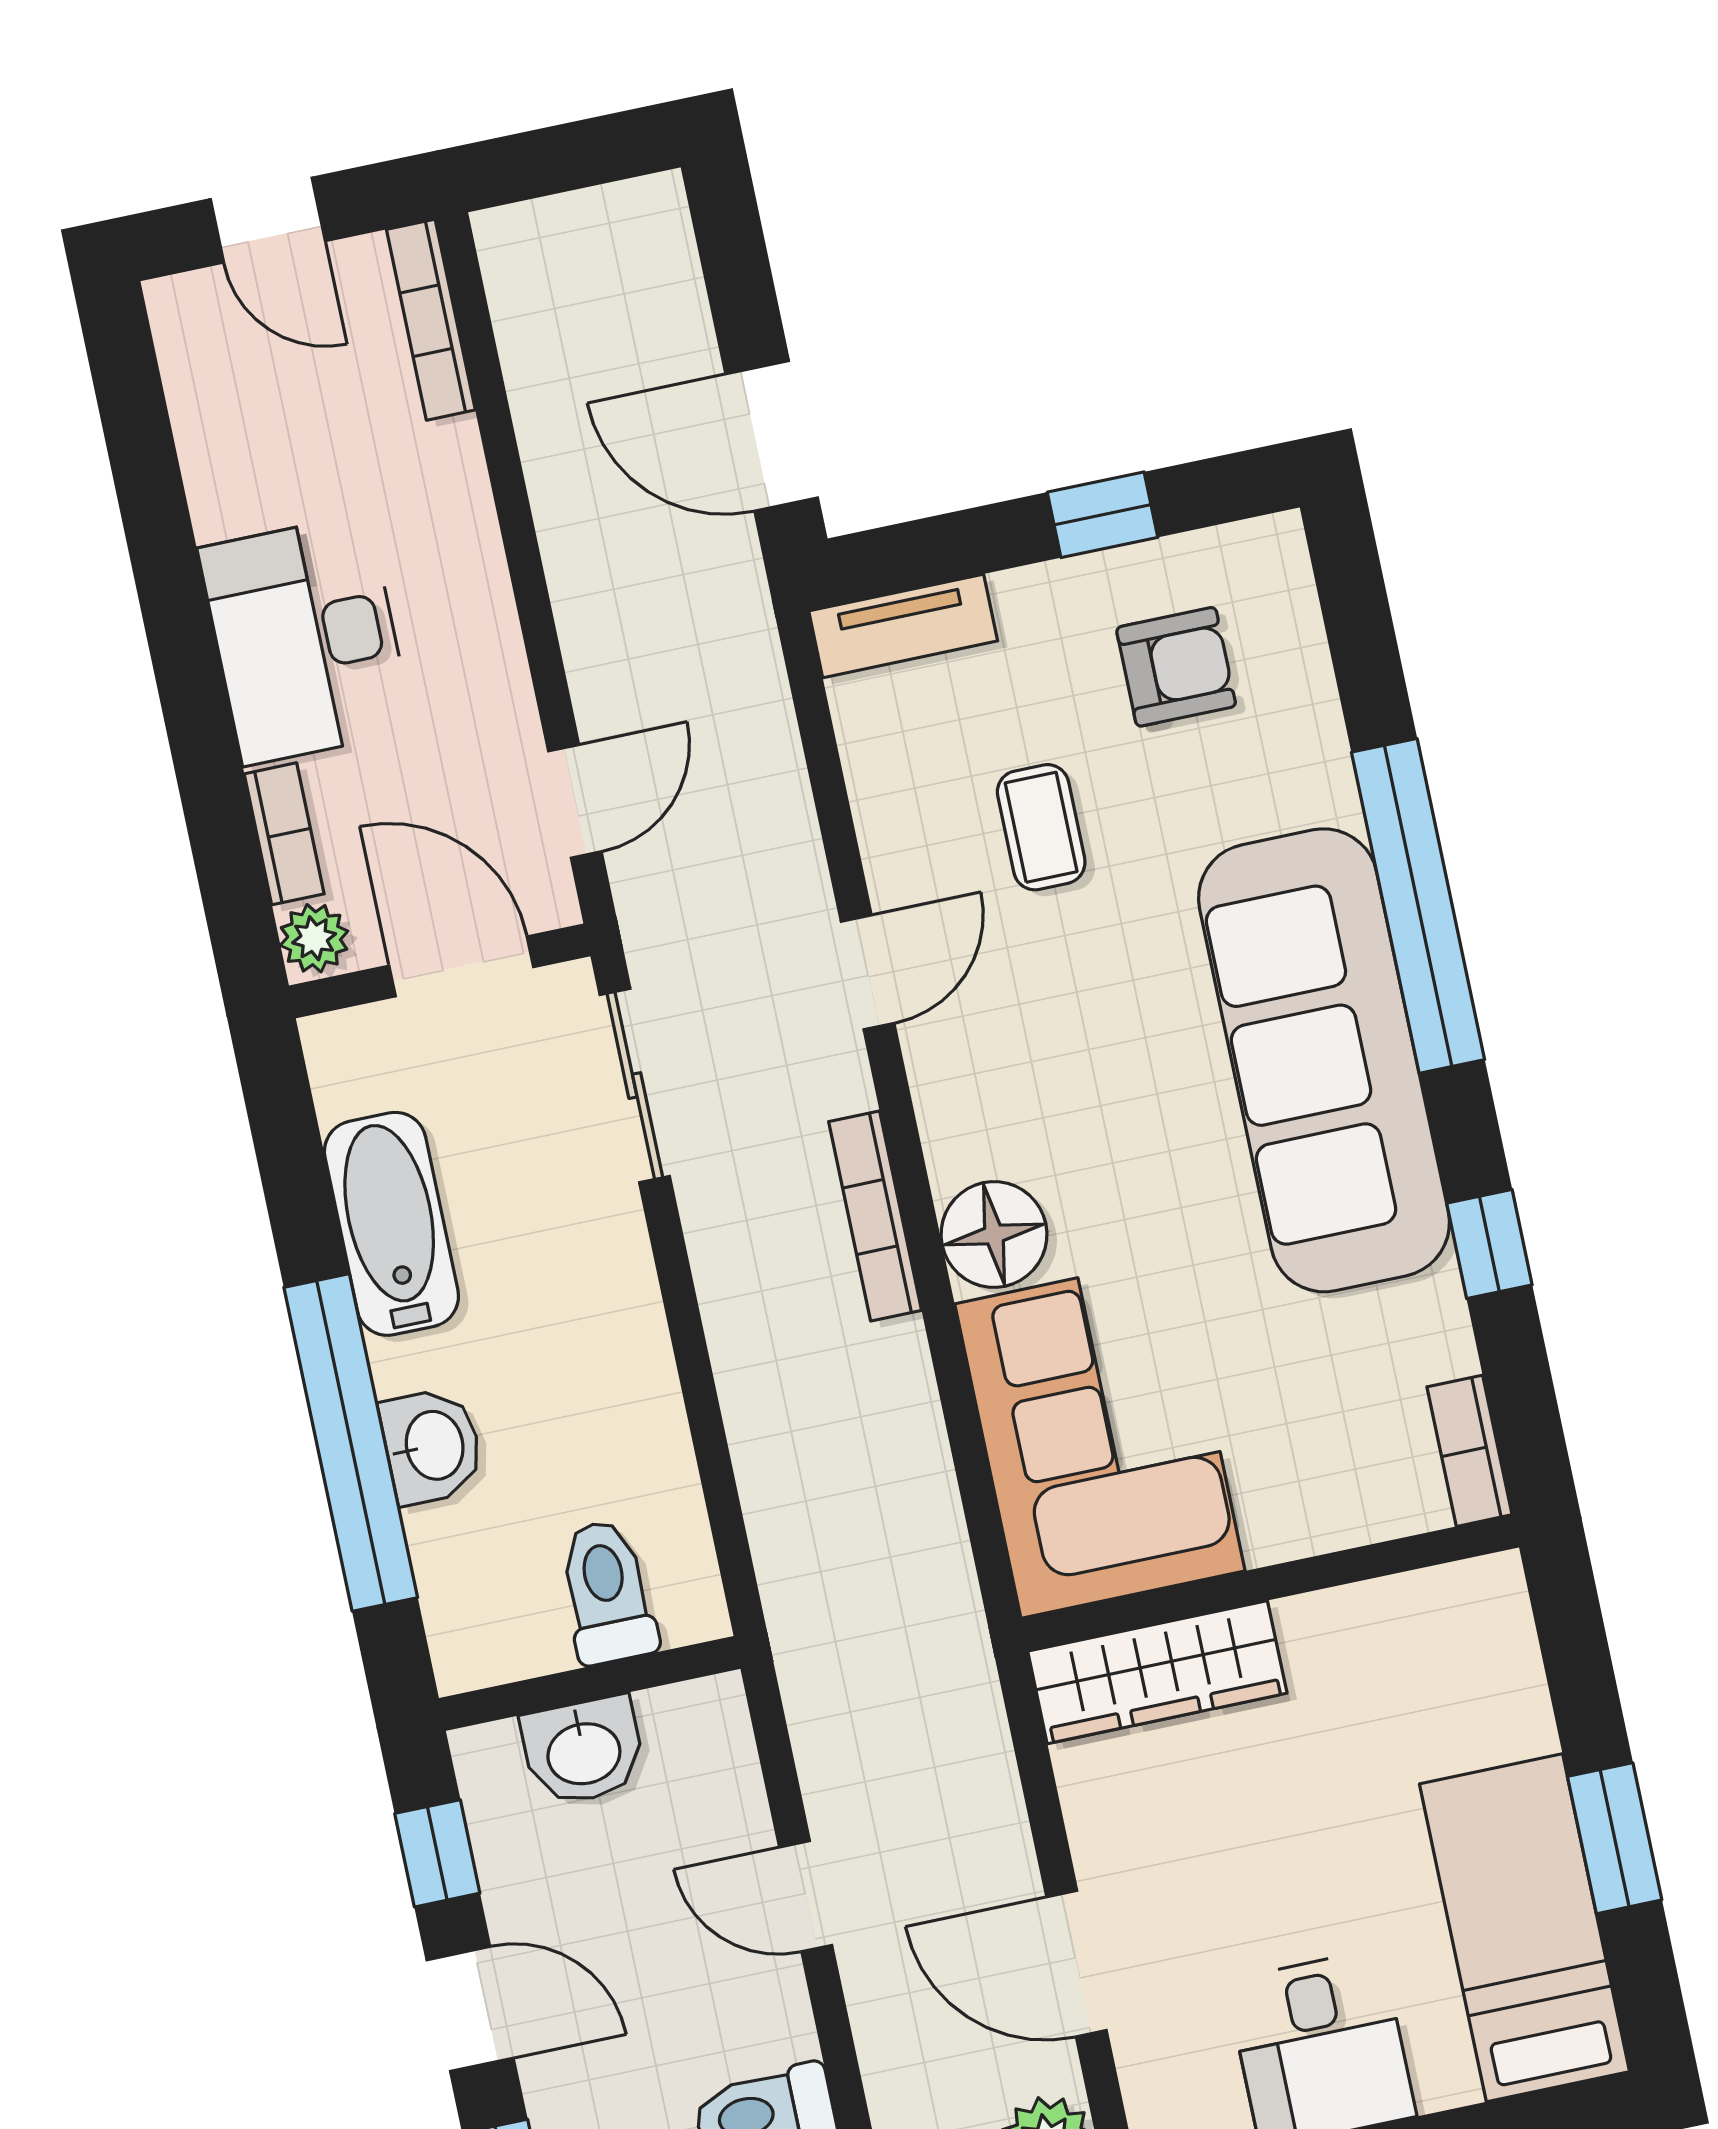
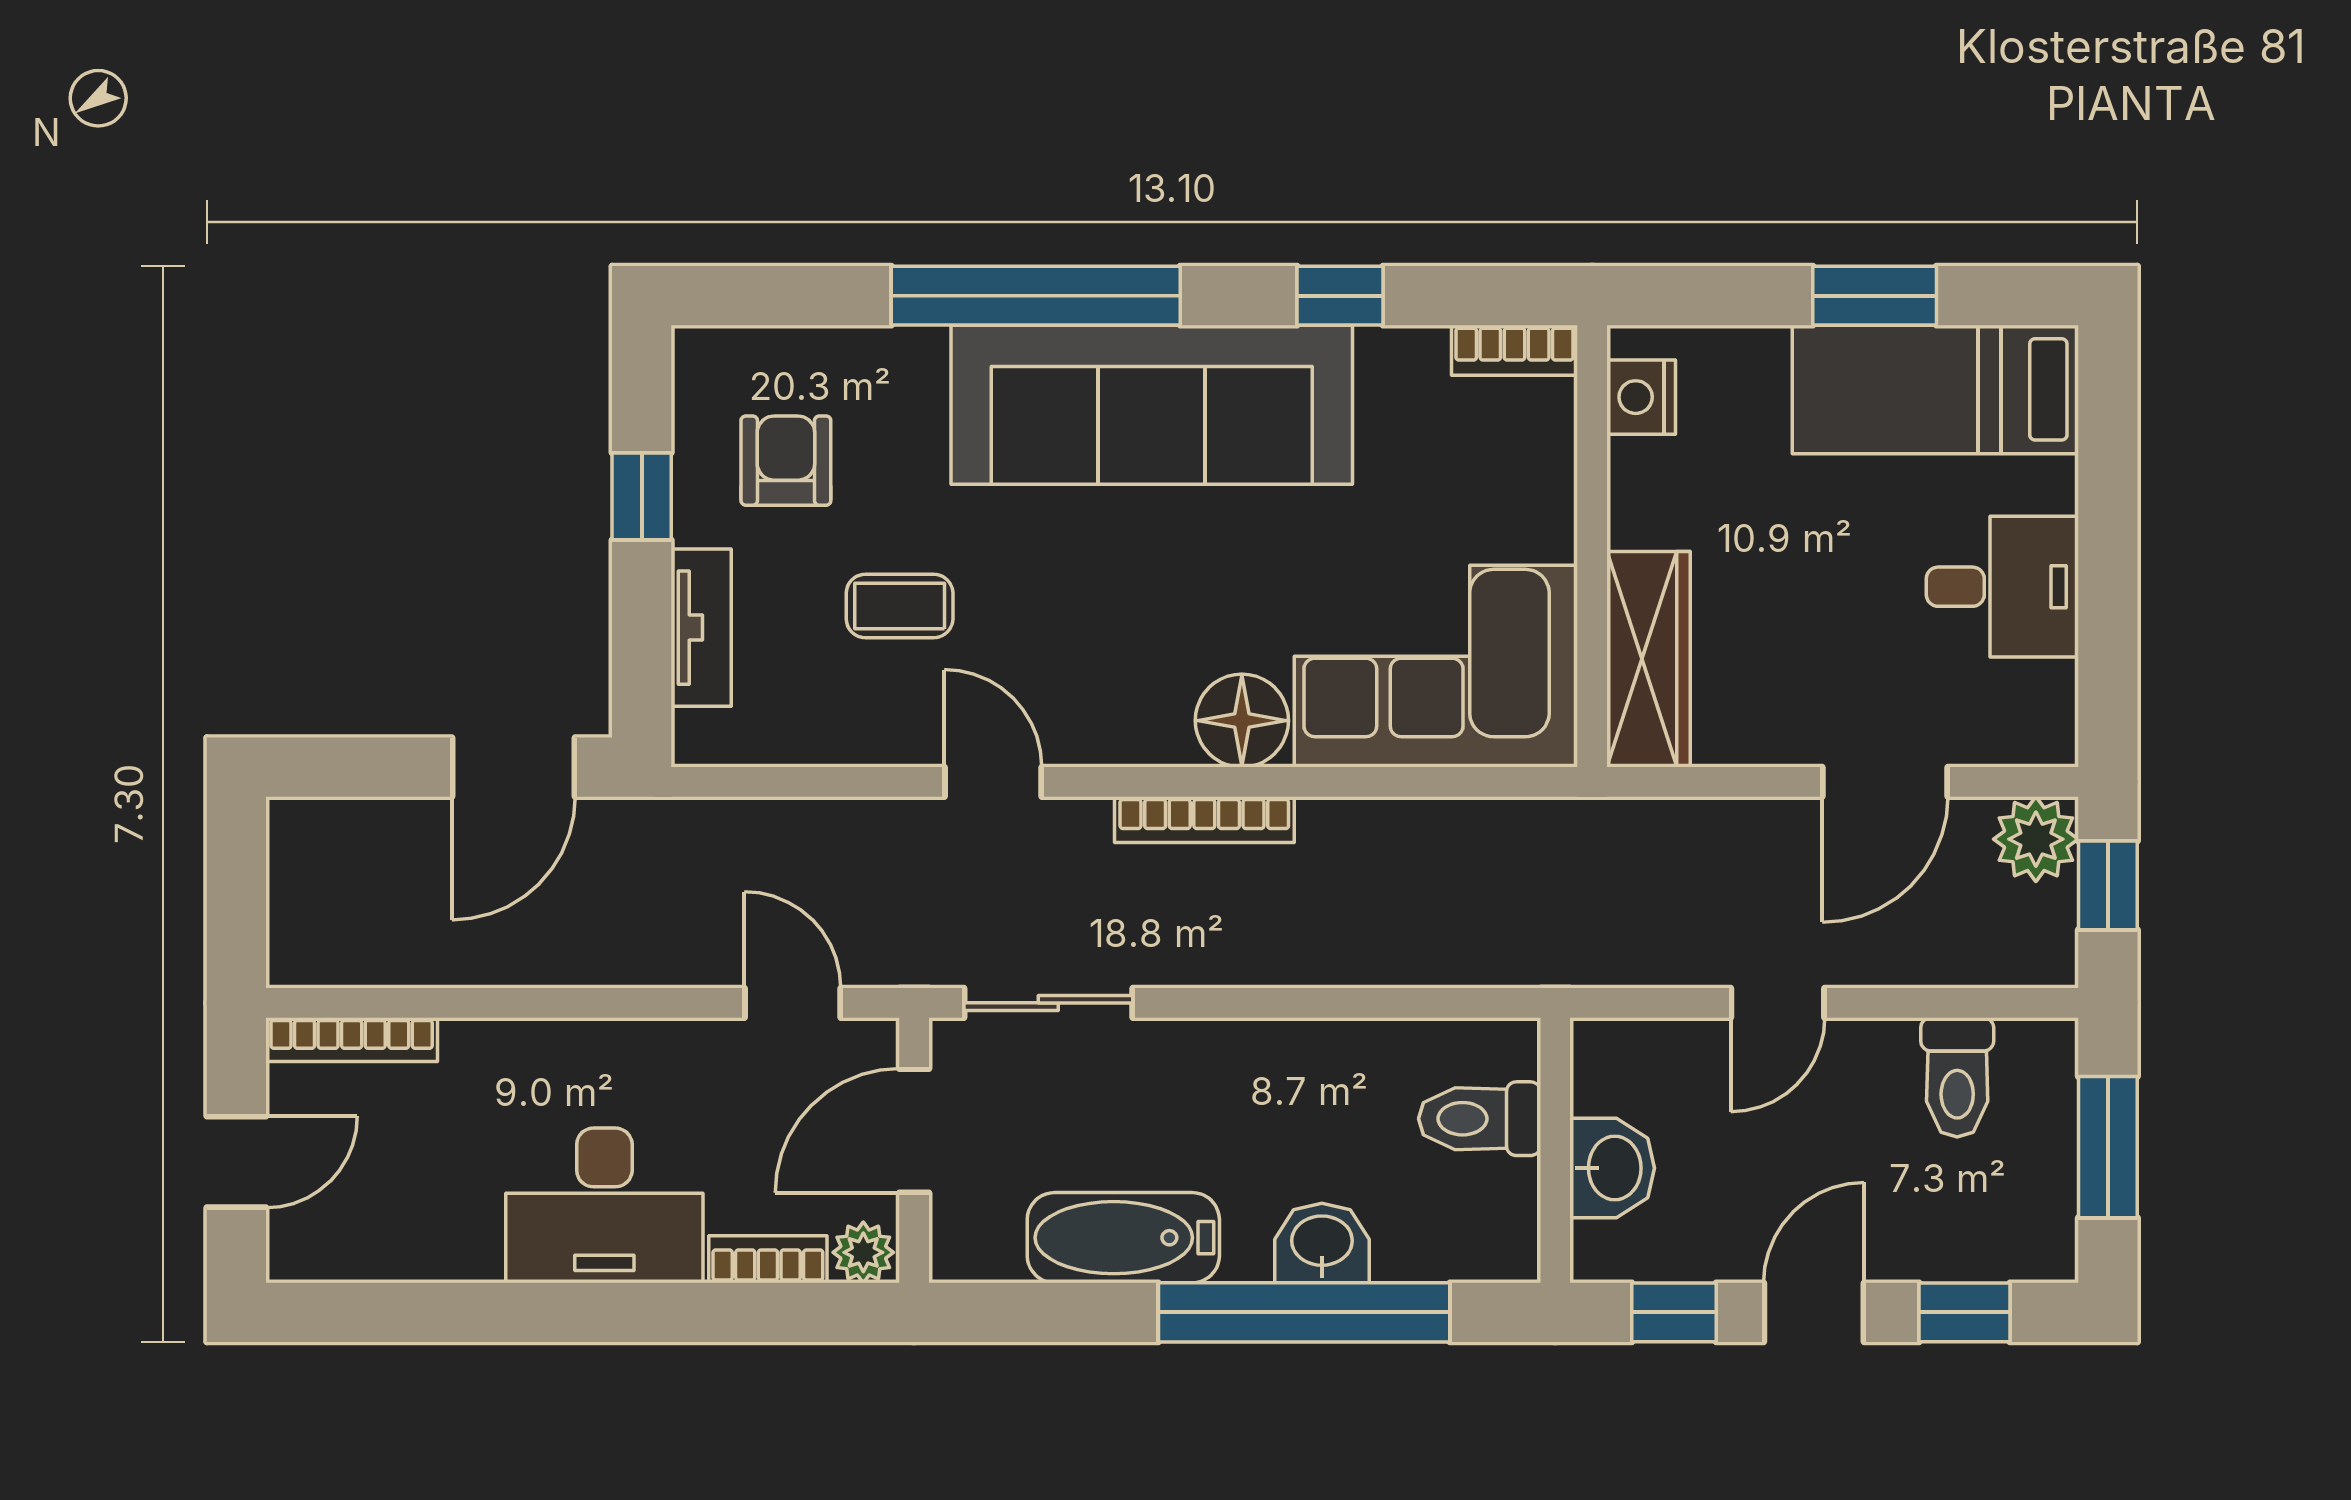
tv unit: (903, 626) -> (701, 628), moved
nightstand: (1447, 1602) -> (1641, 397), added

